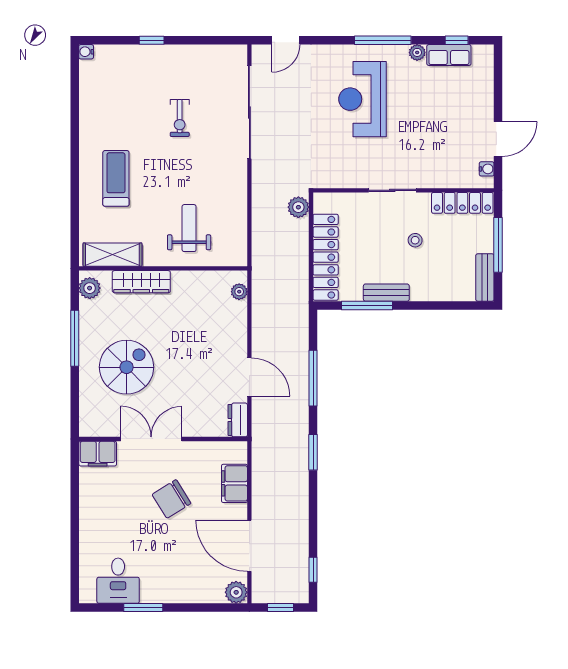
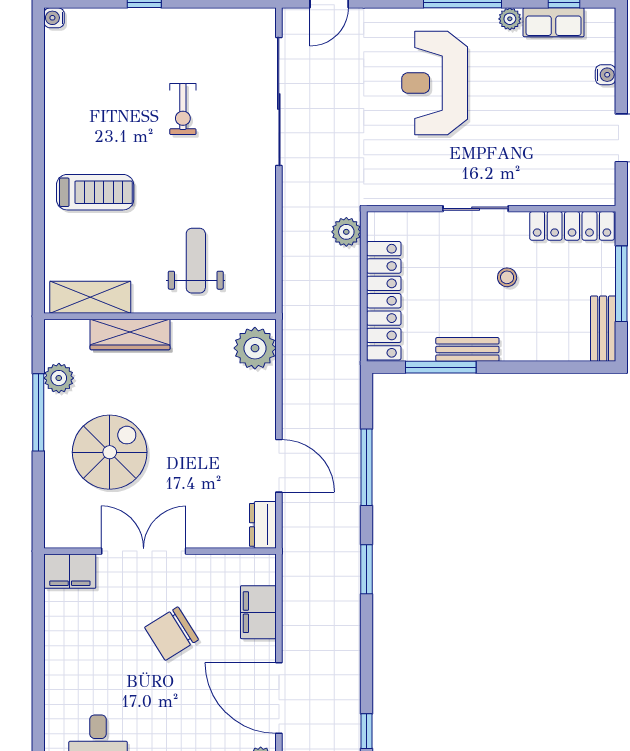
water cooler: (487, 169) -> (606, 75), moved
treadmill: (116, 178) -> (95, 192), turned 90
plant: (90, 288) -> (59, 378), moved
plant: (239, 292) -> (255, 348), width x1.87, depth x1.87

